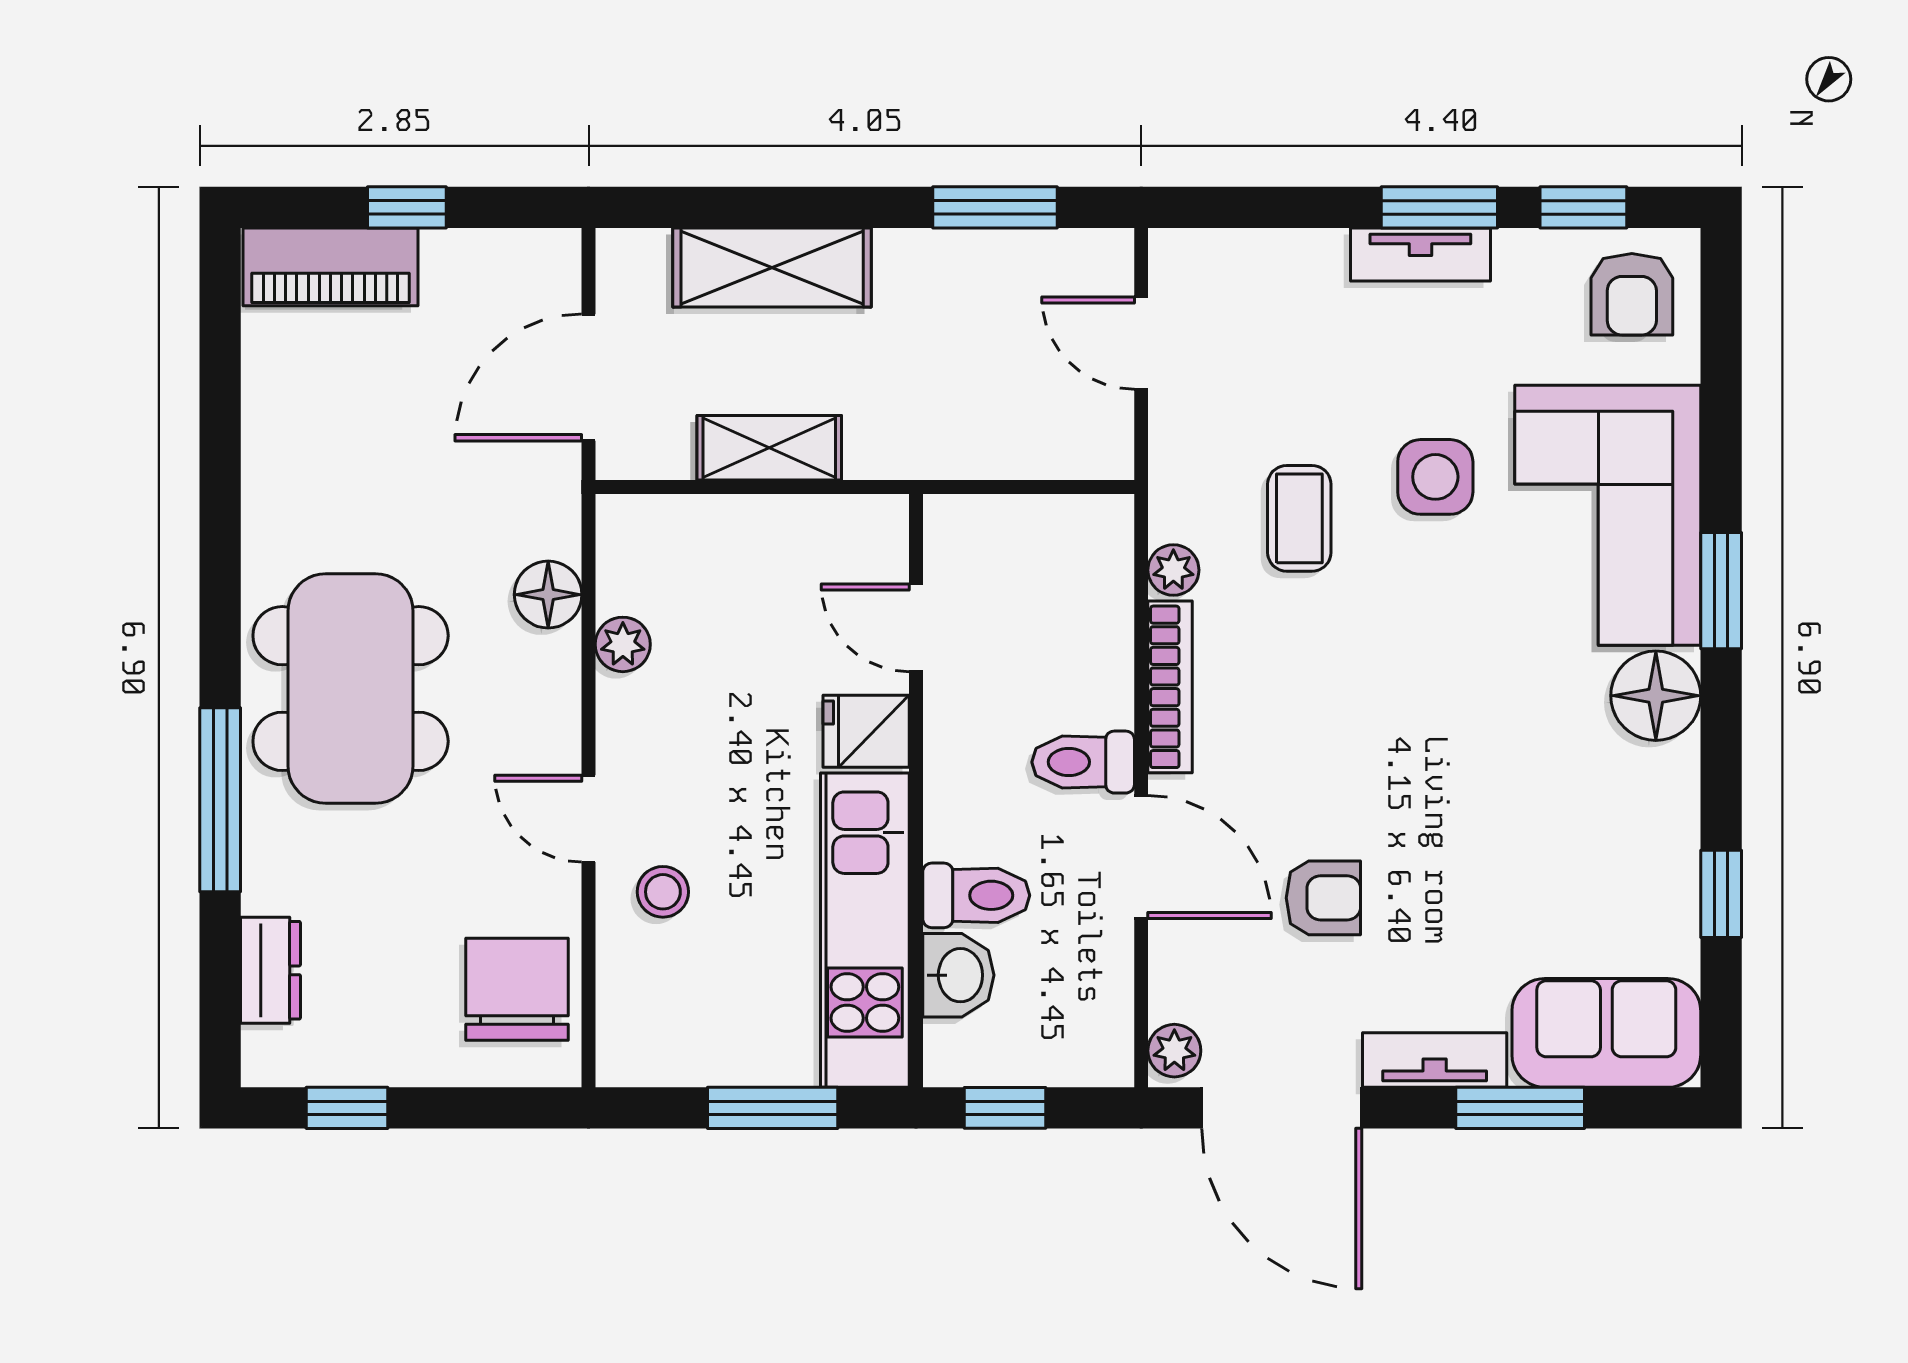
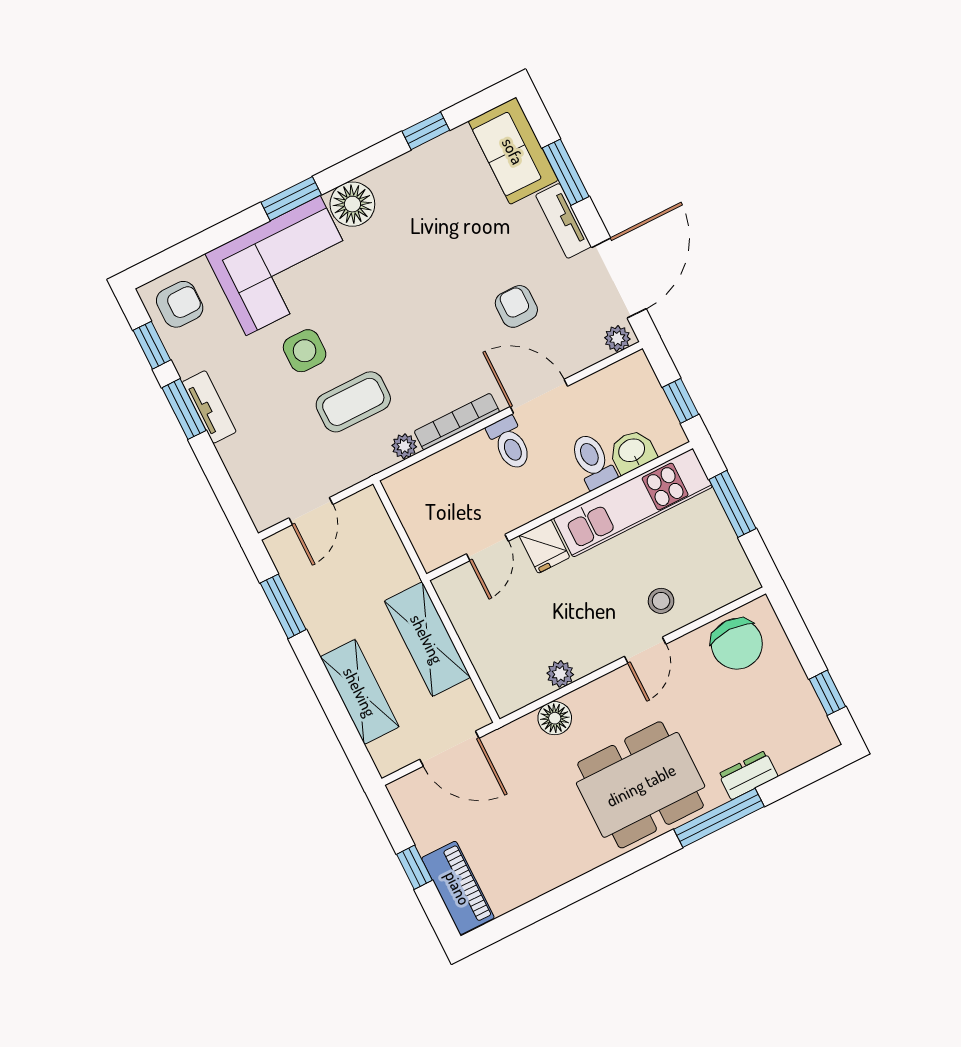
shelving: (769, 448) -> (427, 639), width x1.50, depth x1.33
coffee table: (1299, 518) -> (353, 402), width x1.36, depth x1.30
door: (1141, 857) -> (539, 396), hinge flipped
dresser: (271, 970) -> (748, 775), moved
chair: (517, 989) -> (737, 644), turned -90

